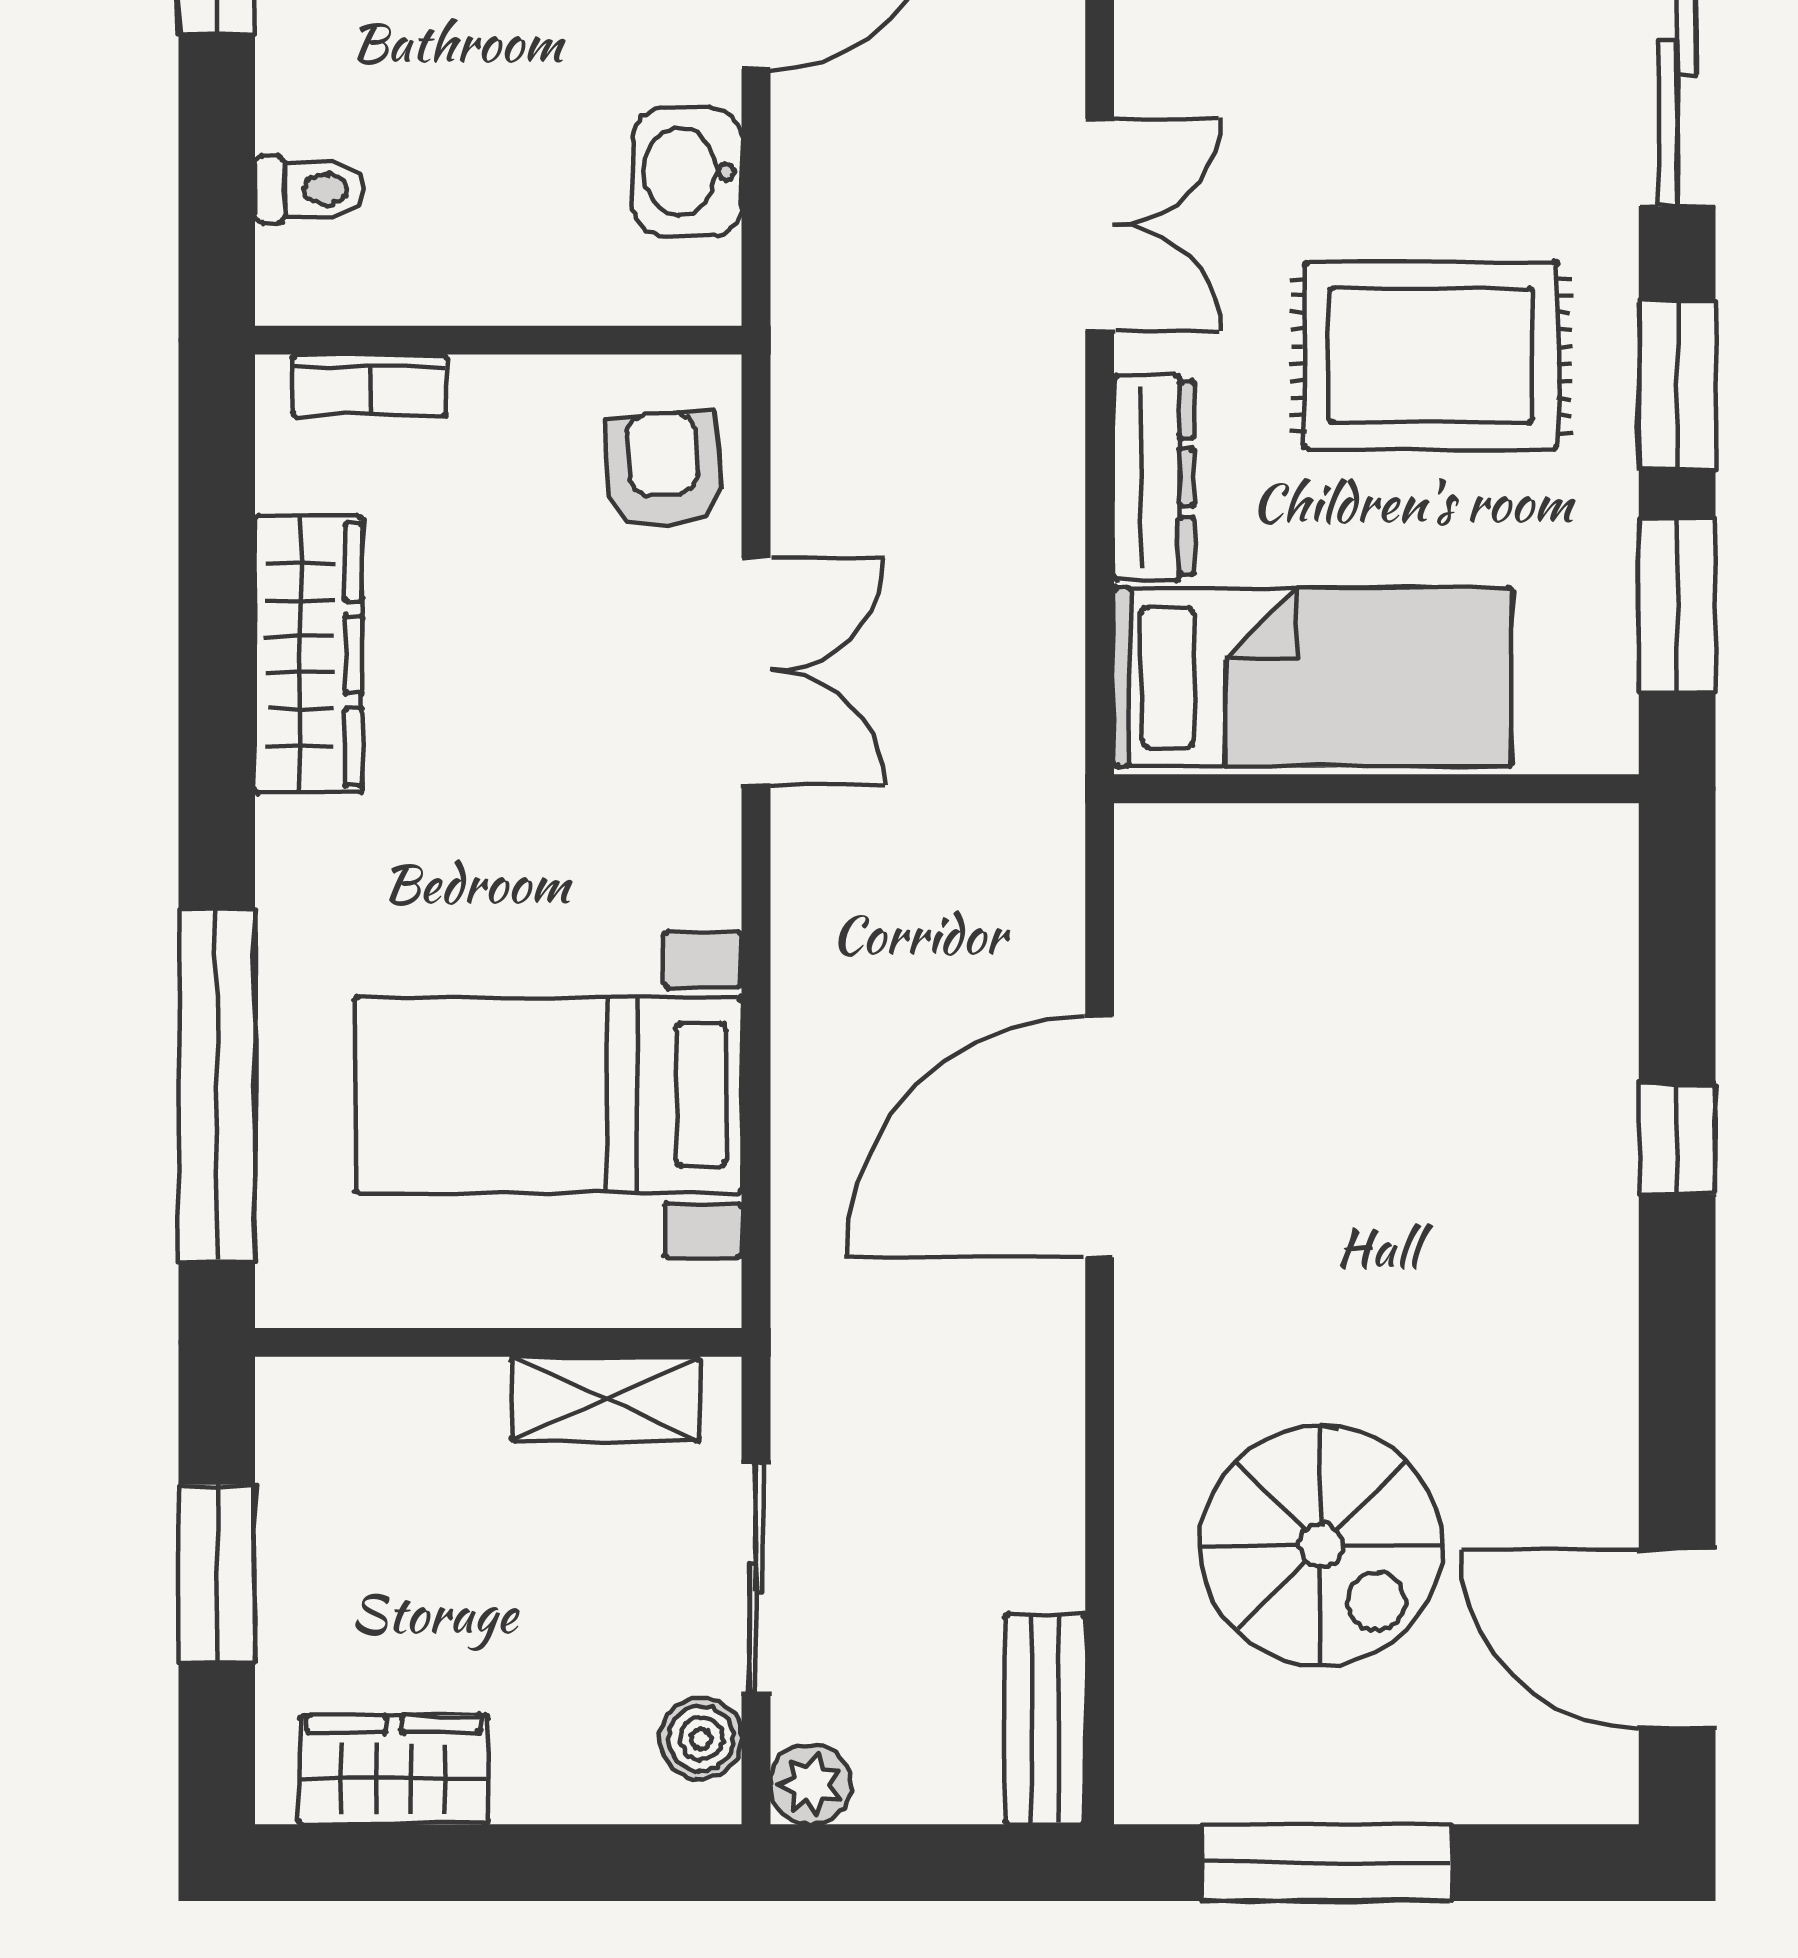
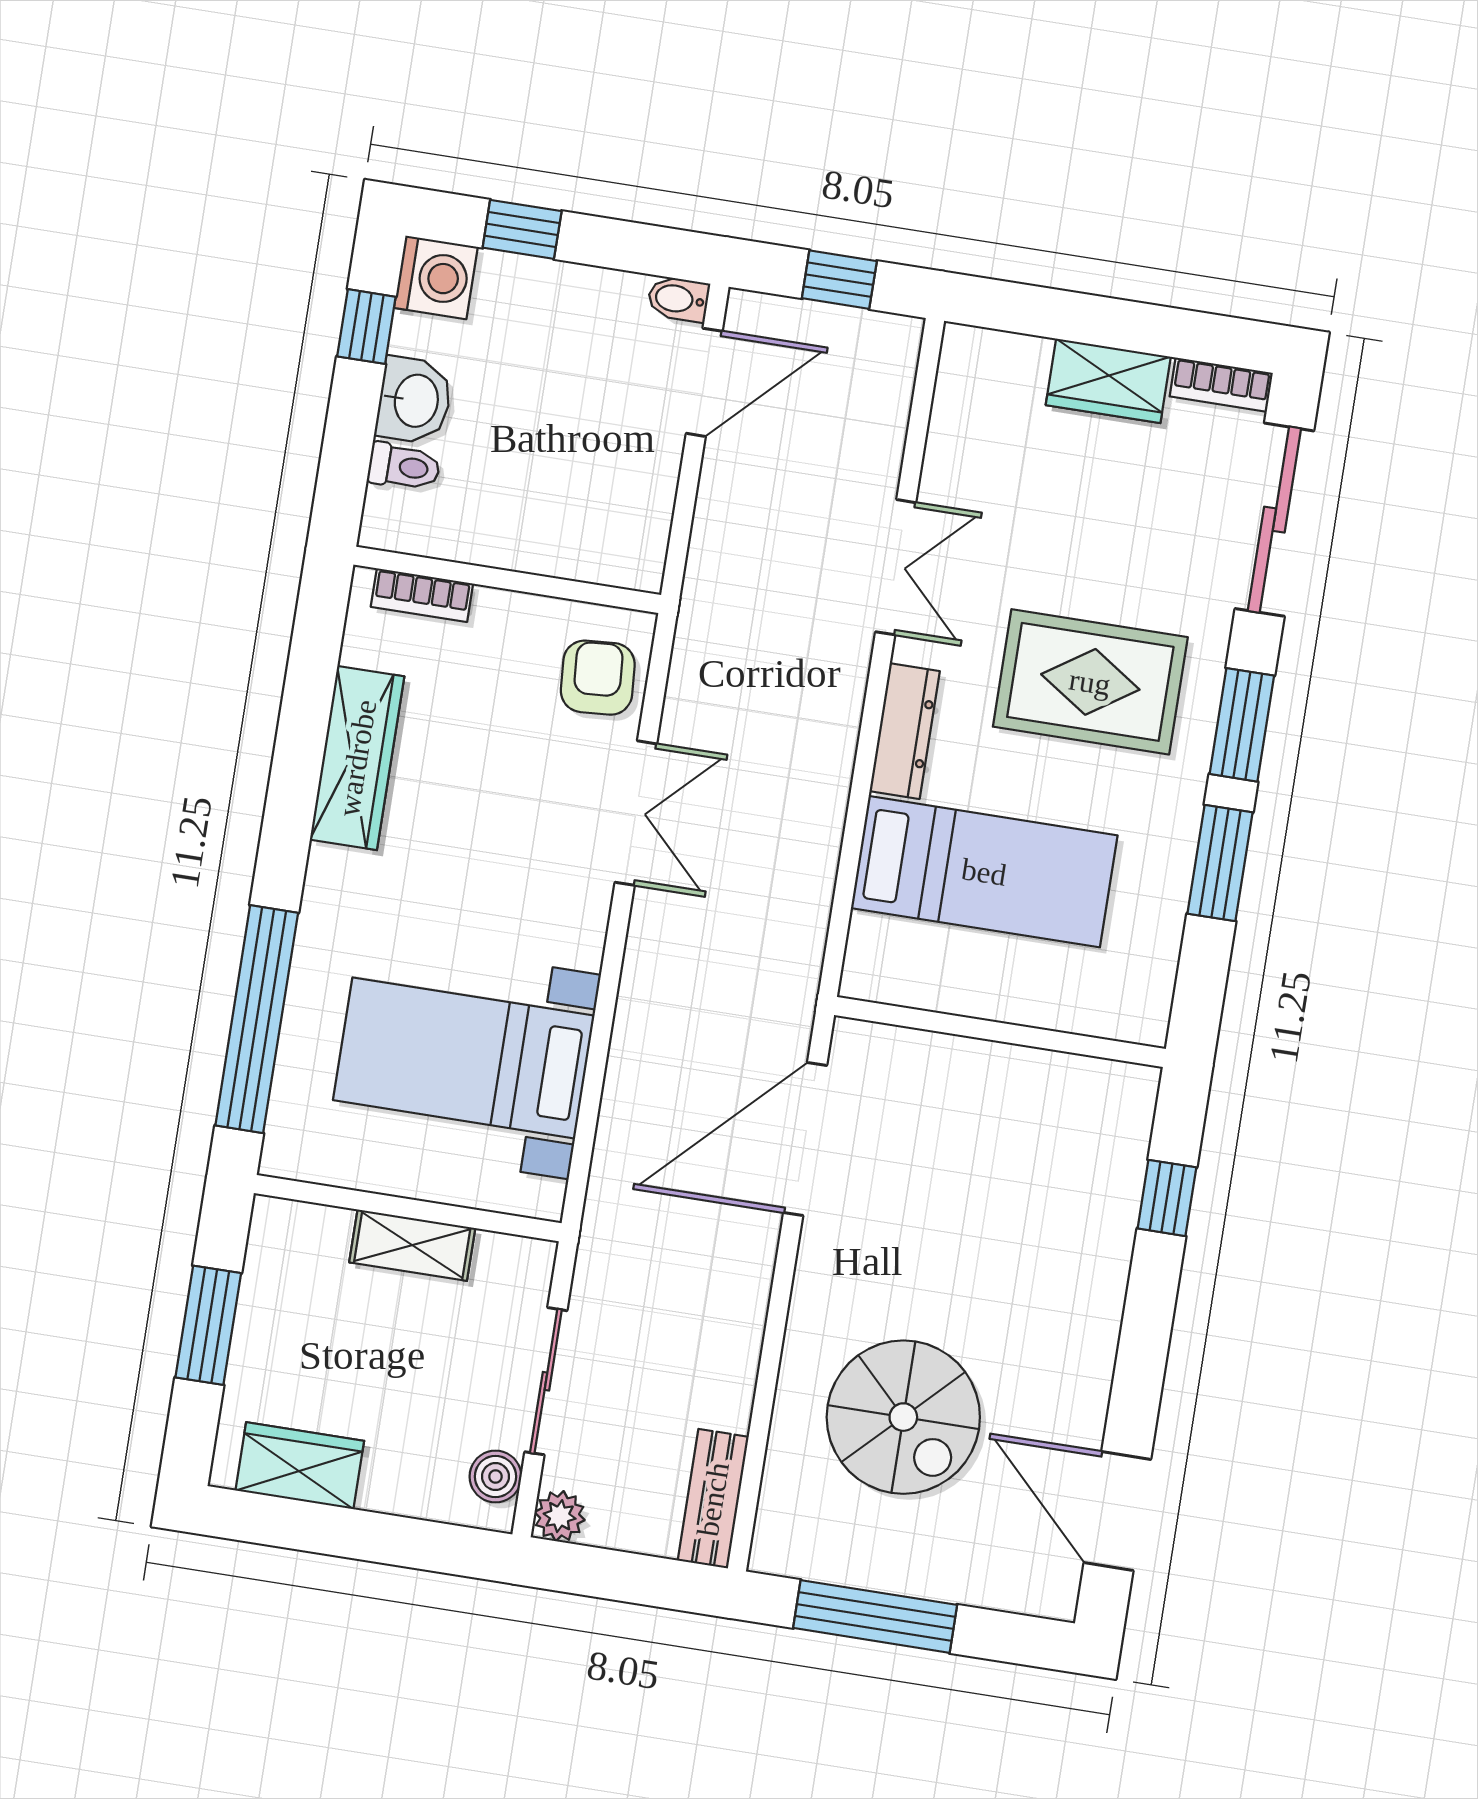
washbasin: (687, 172) -> (414, 400), moved, turned 180
wall: (1376, 789) -> (1000, 1032), moved
shelving: (605, 1399) -> (412, 1245), moved

